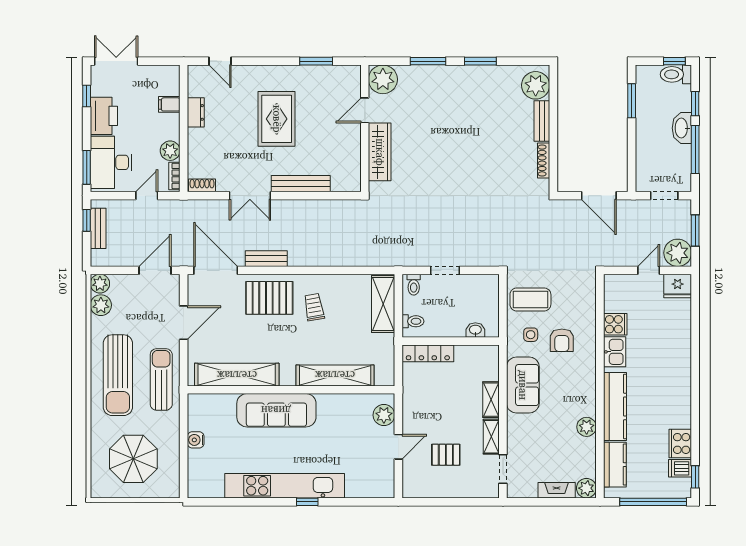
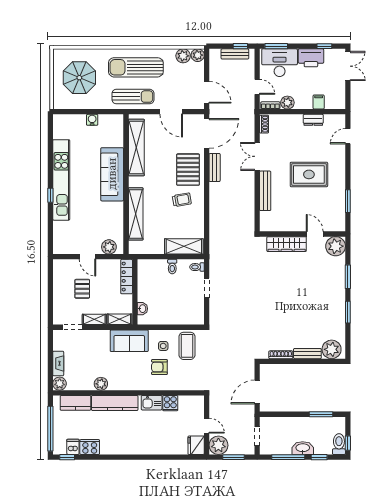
washbasin: (475, 330) -> (142, 309), moved
wall: (451, 341) -> (135, 292), moved
locker: (428, 353) -> (127, 277), moved

